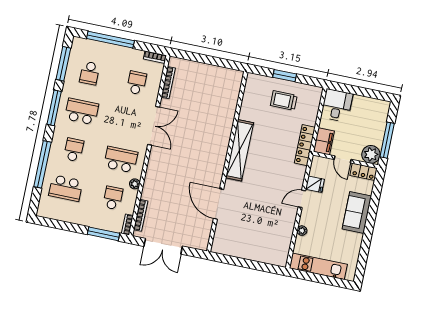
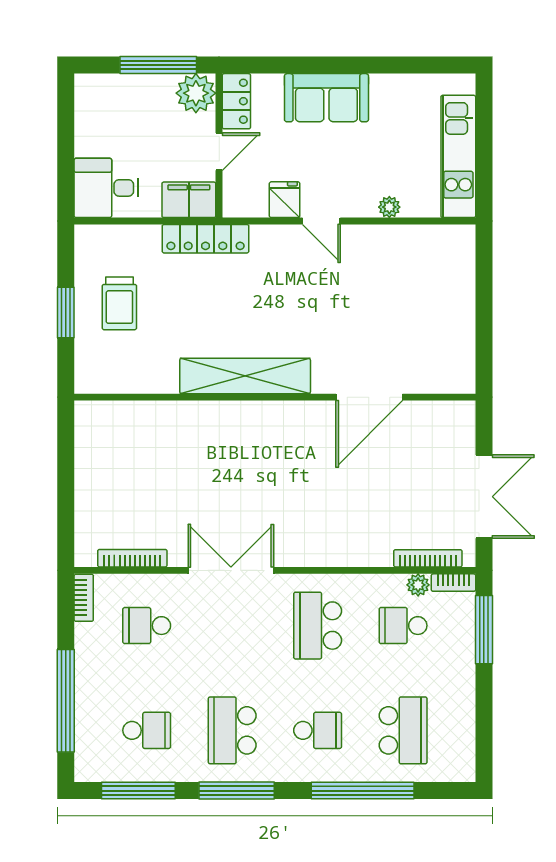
school desk: (74, 150) -> (318, 730), turned 180
plant: (135, 184) -> (418, 585), moved

